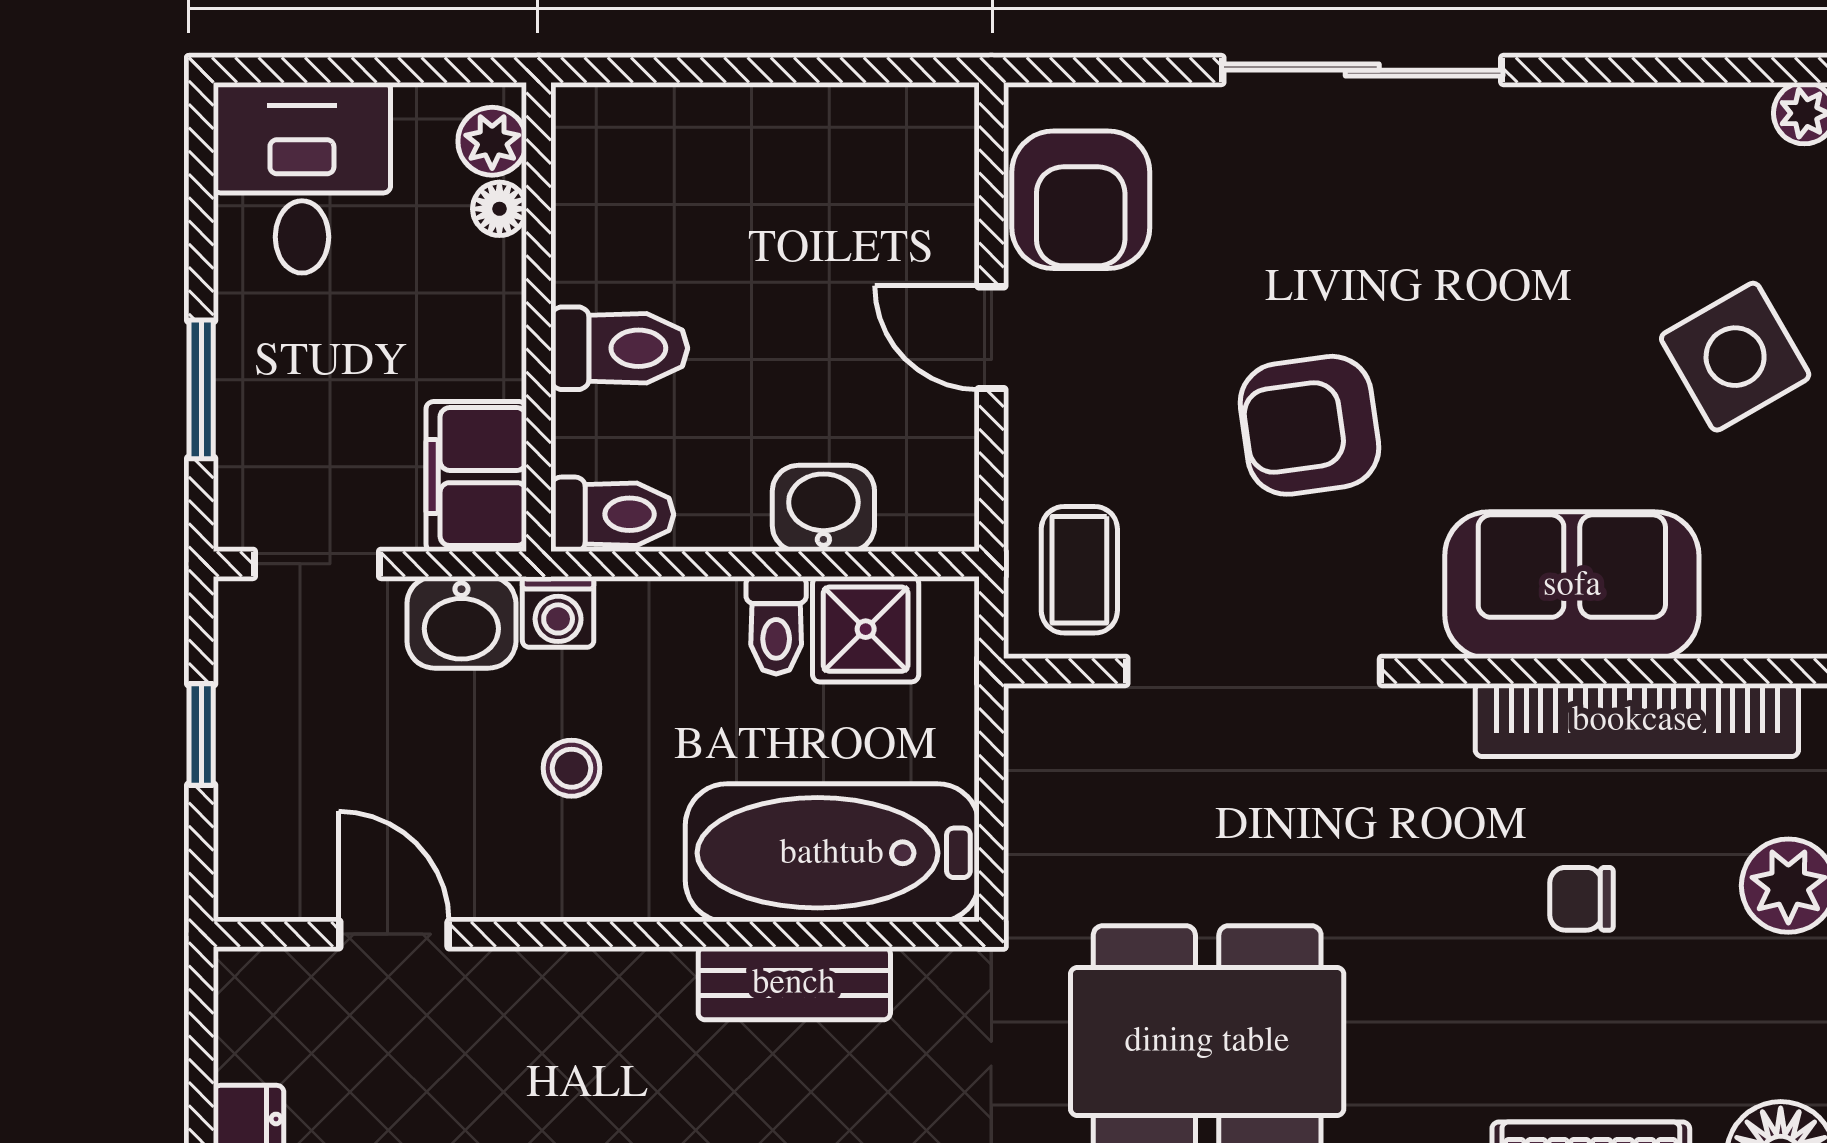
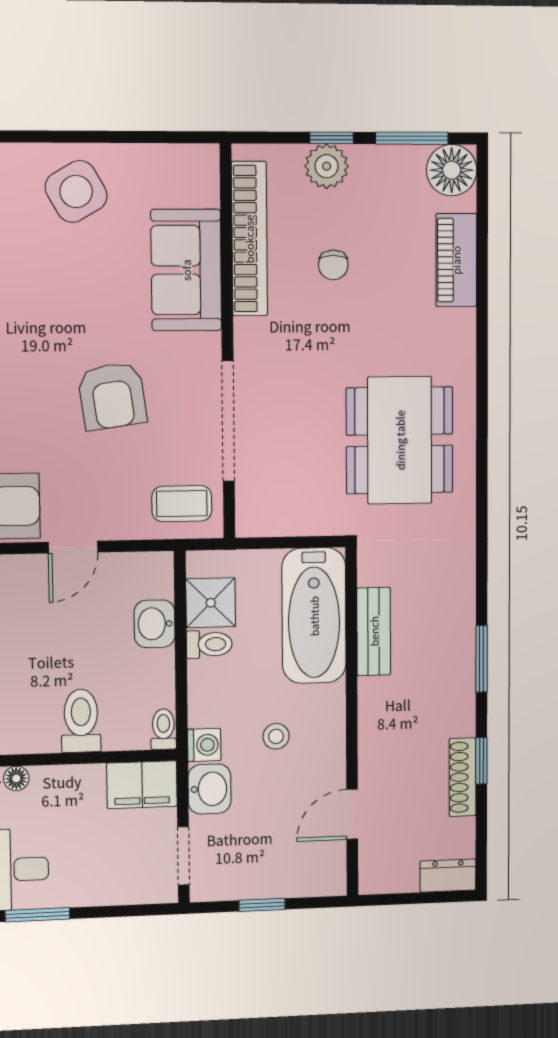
window: (201, 389) -> (38, 915), moved
toilet: (612, 514) -> (163, 729), width x0.73, depth x0.72

